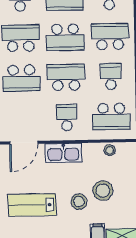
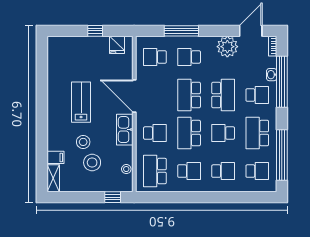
school desk: (110, 36) -> (223, 171), width x0.54
school desk: (65, 37) -> (223, 133), width x0.54
school desk: (66, 77) -> (189, 133), turned 180
door: (24, 143) -> (134, 96), width x1.36

